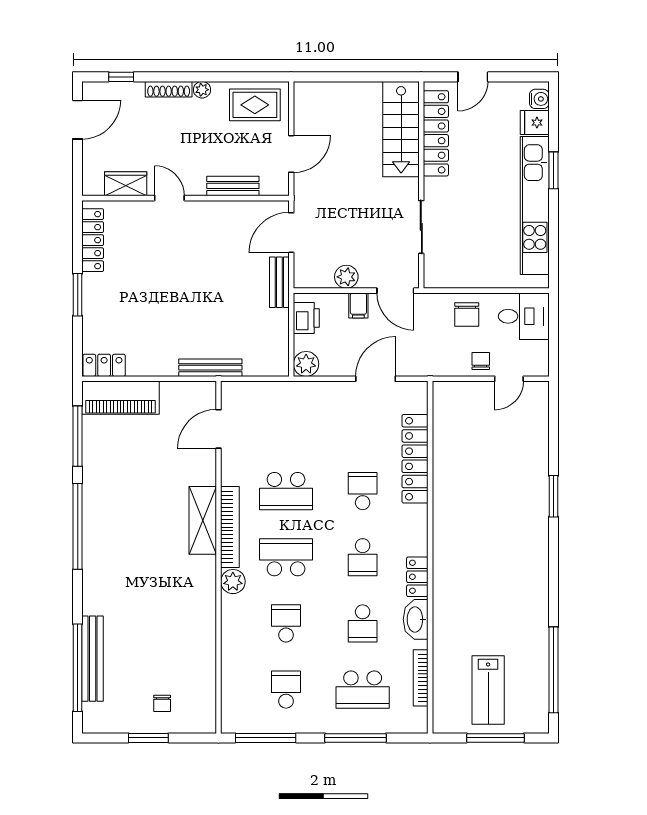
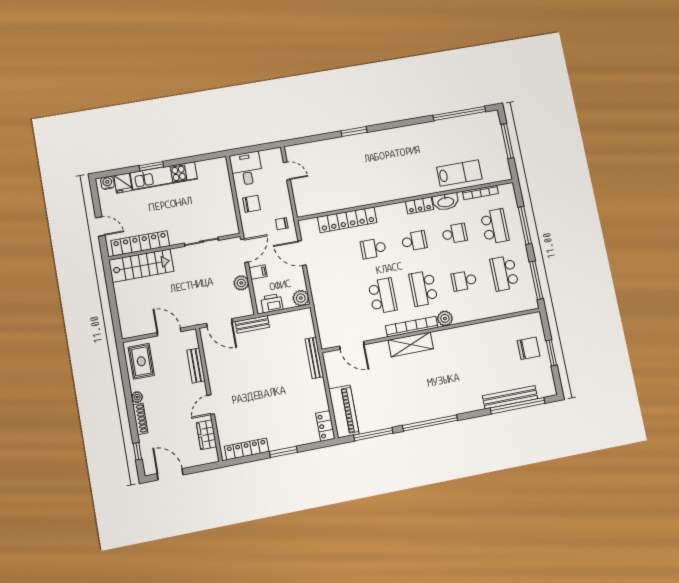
kitchen unit: (535, 206) -> (164, 176), width x0.73
chair: (481, 361) -> (282, 224), moved
school desk: (286, 690) -> (504, 273), width x1.85
lab bench: (488, 690) -> (459, 173), moved
chair: (162, 703) -> (529, 348), width x1.87, depth x1.87

